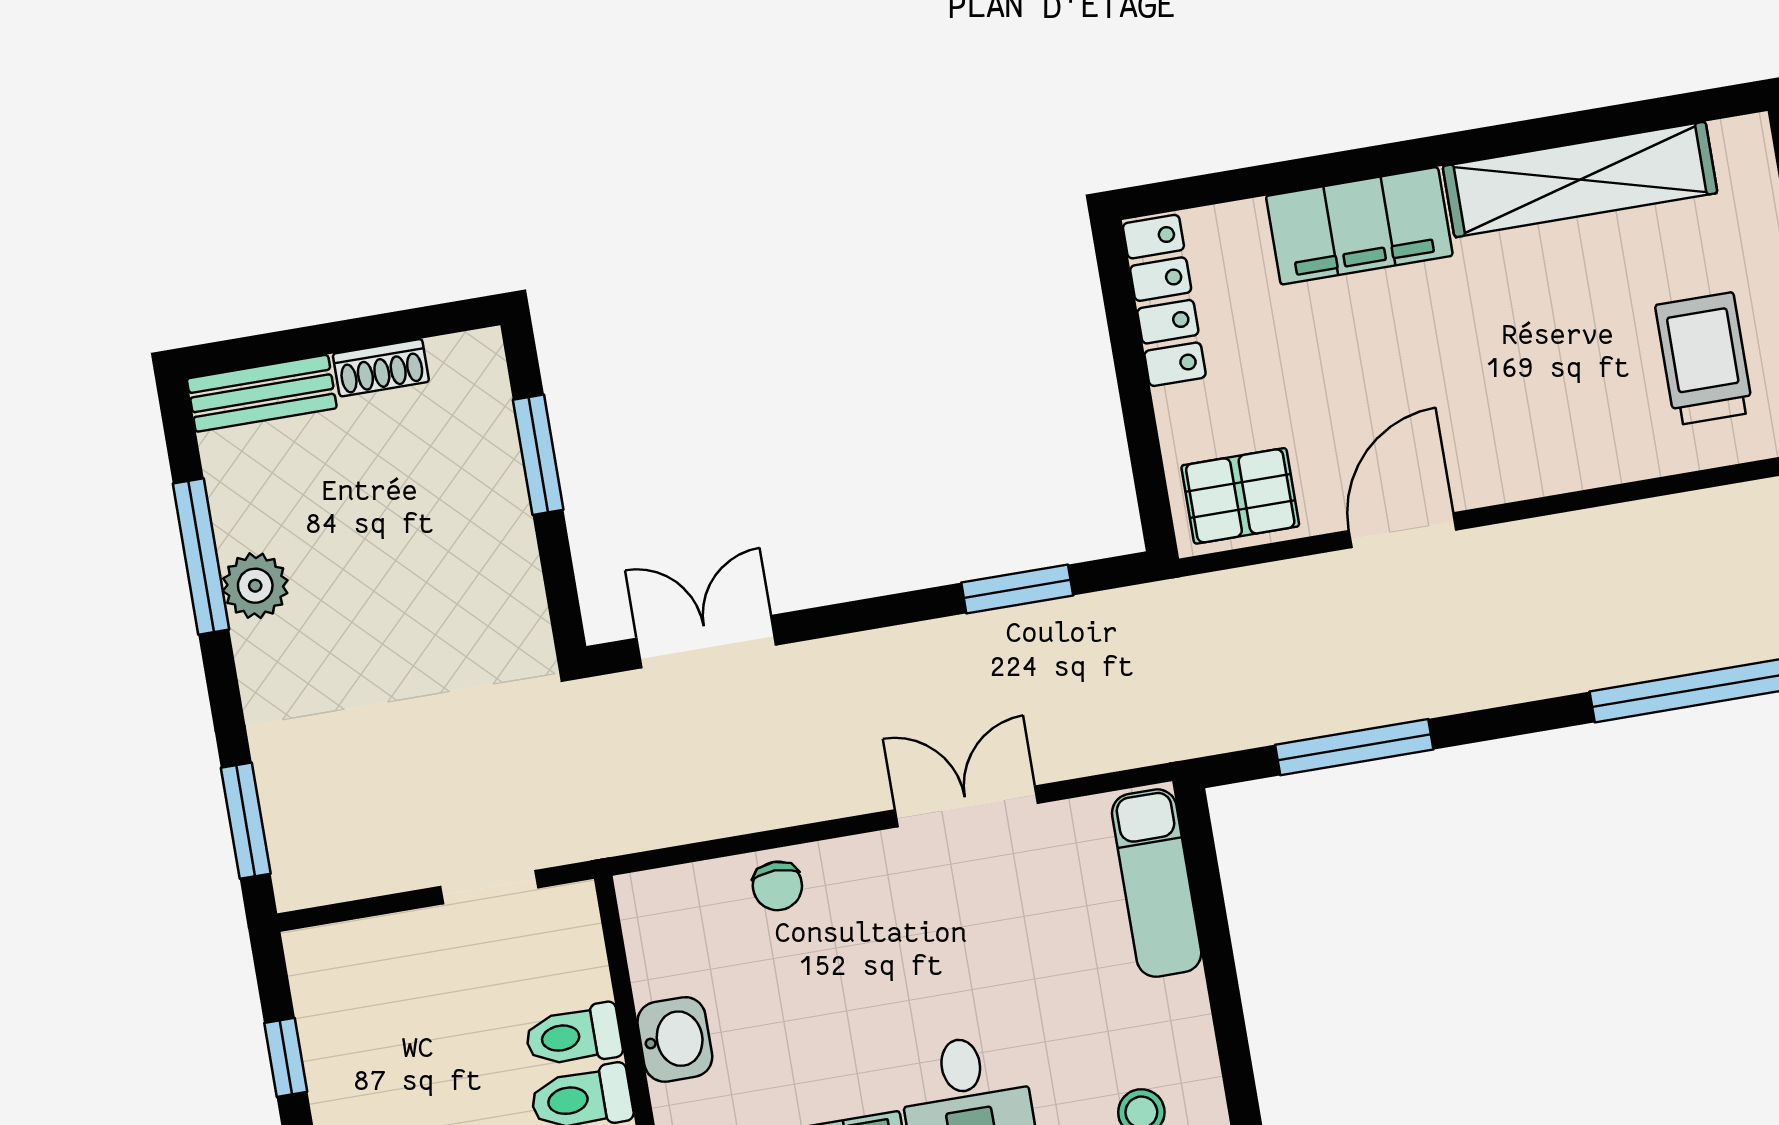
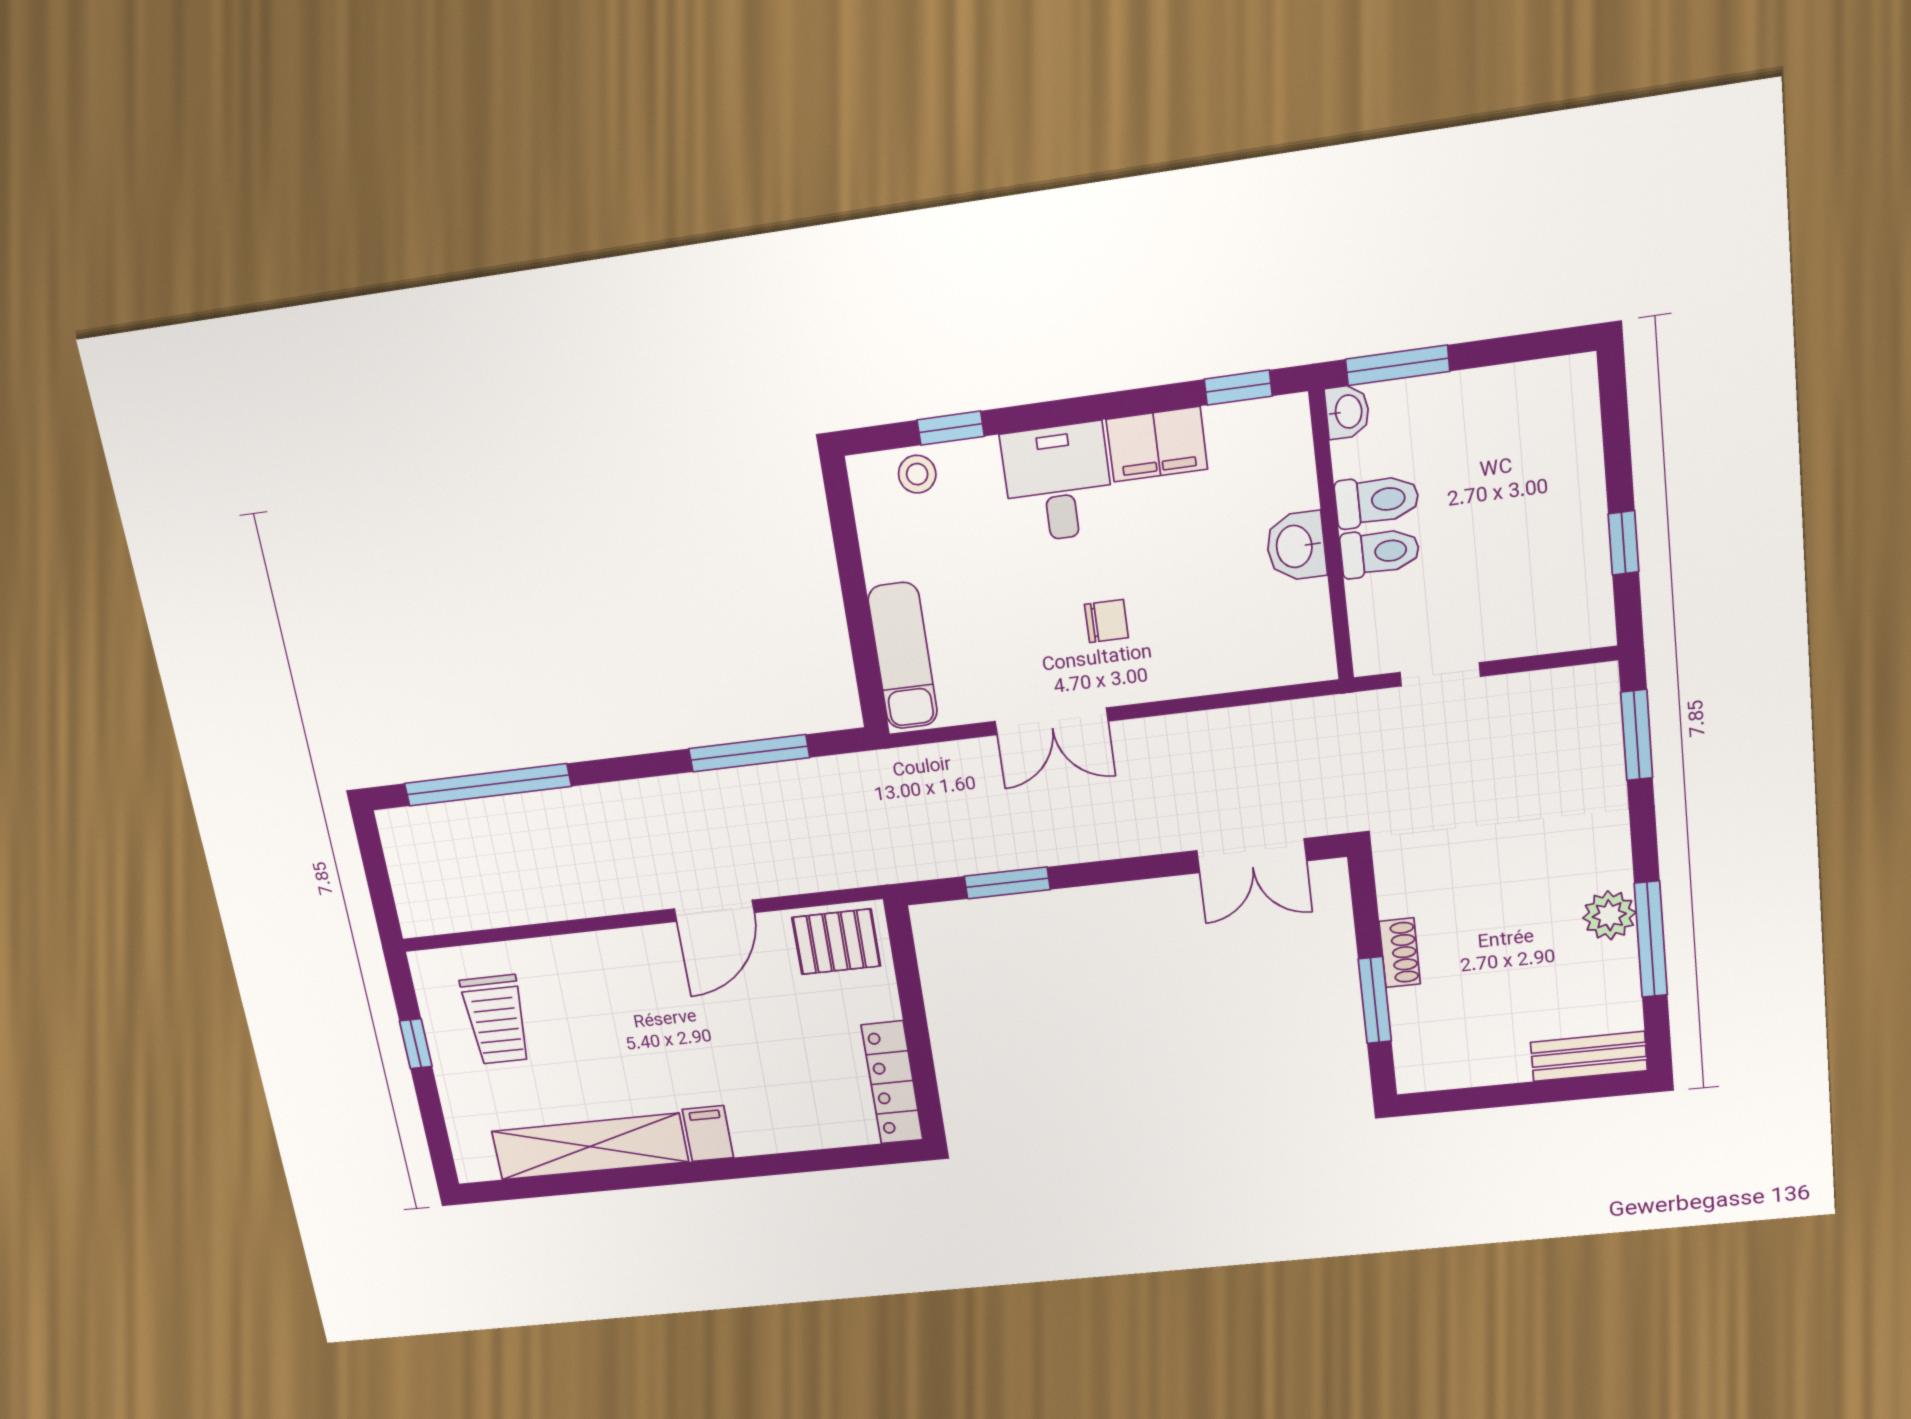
filing cabinet: (1359, 226) -> (708, 1133), width x0.33, depth x0.86
shoe rack: (381, 368) -> (1400, 953), moved, turned 90
chair: (777, 886) -> (1106, 621), moved, turned 90

